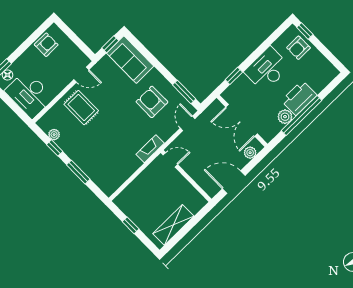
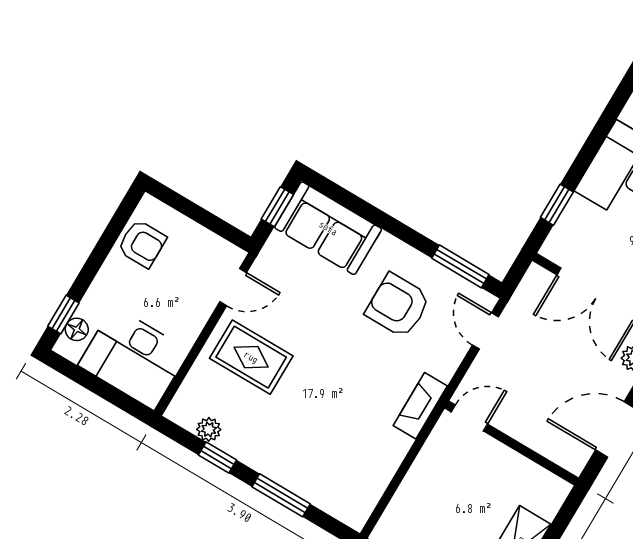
armchair: (46, 45) -> (142, 244), turned 90

